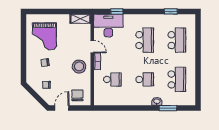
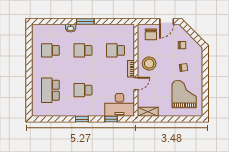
window: (171, 12) -> (82, 119), moved
school desk: (145, 40) -> (83, 90), width x0.54
door: (92, 47) -> (136, 84), swing flipped
school desk: (177, 79) -> (50, 50), width x0.54
window: (168, 108) -> (85, 22), moved

